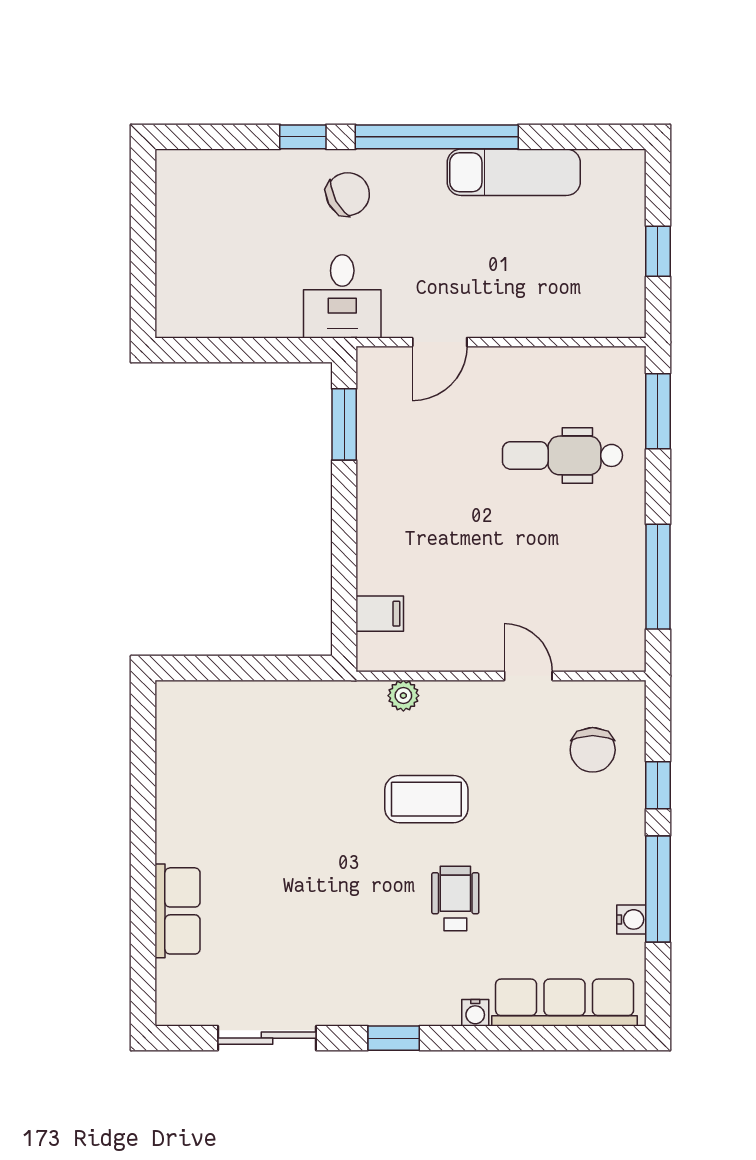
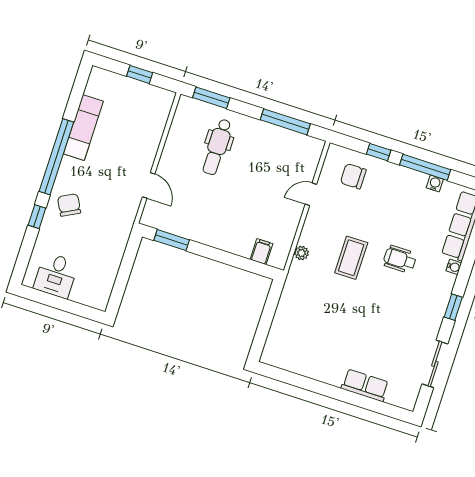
desk: (342, 296) -> (56, 275), moved, turned 90
chair: (593, 750) -> (353, 176), turned 180

